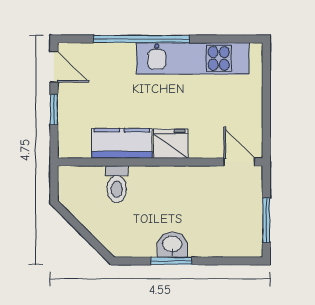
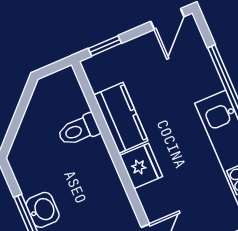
window: (54, 109) -> (105, 46), moved

